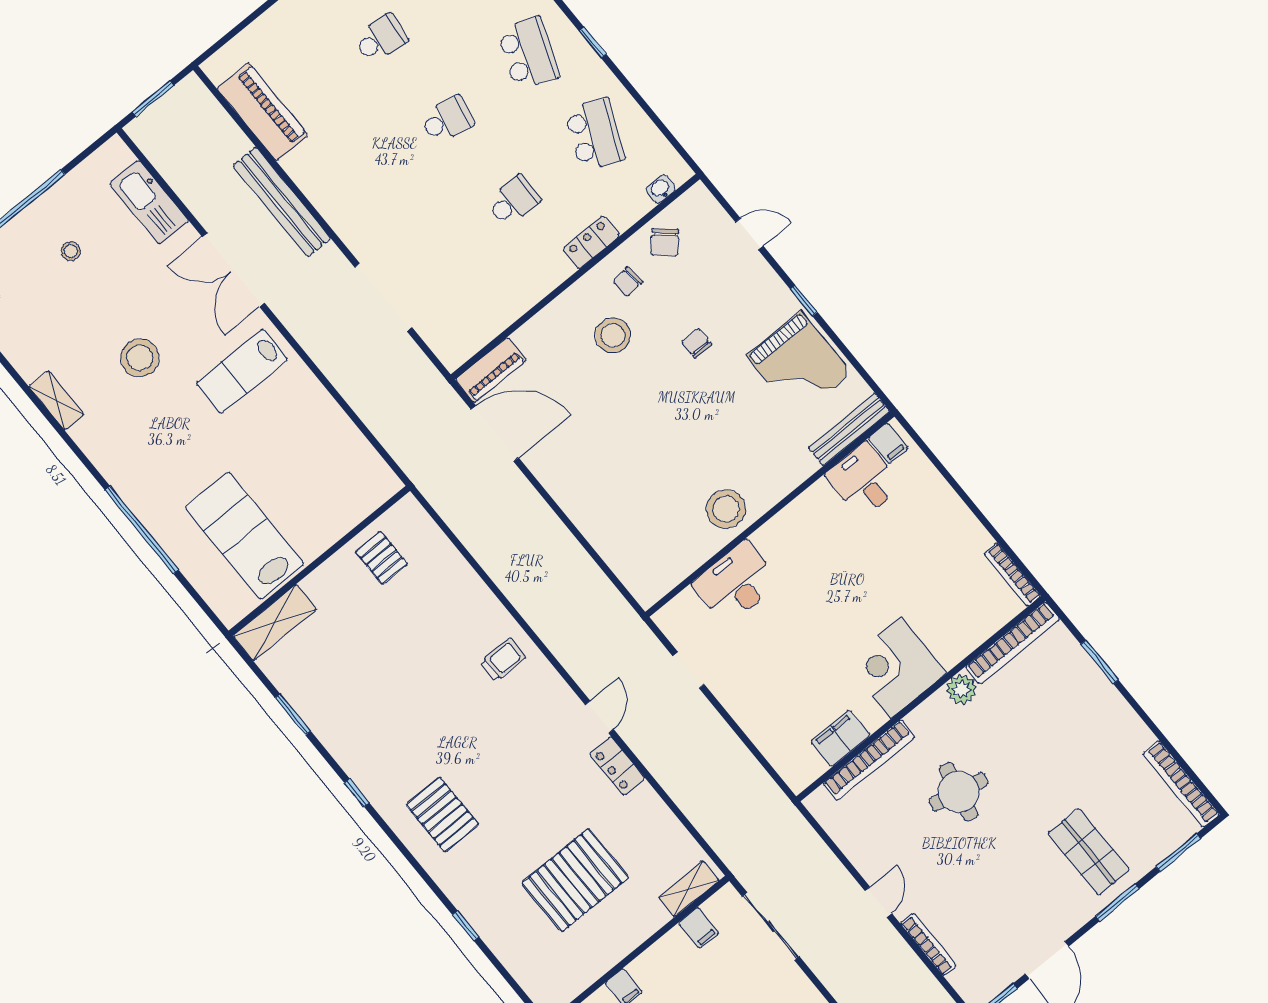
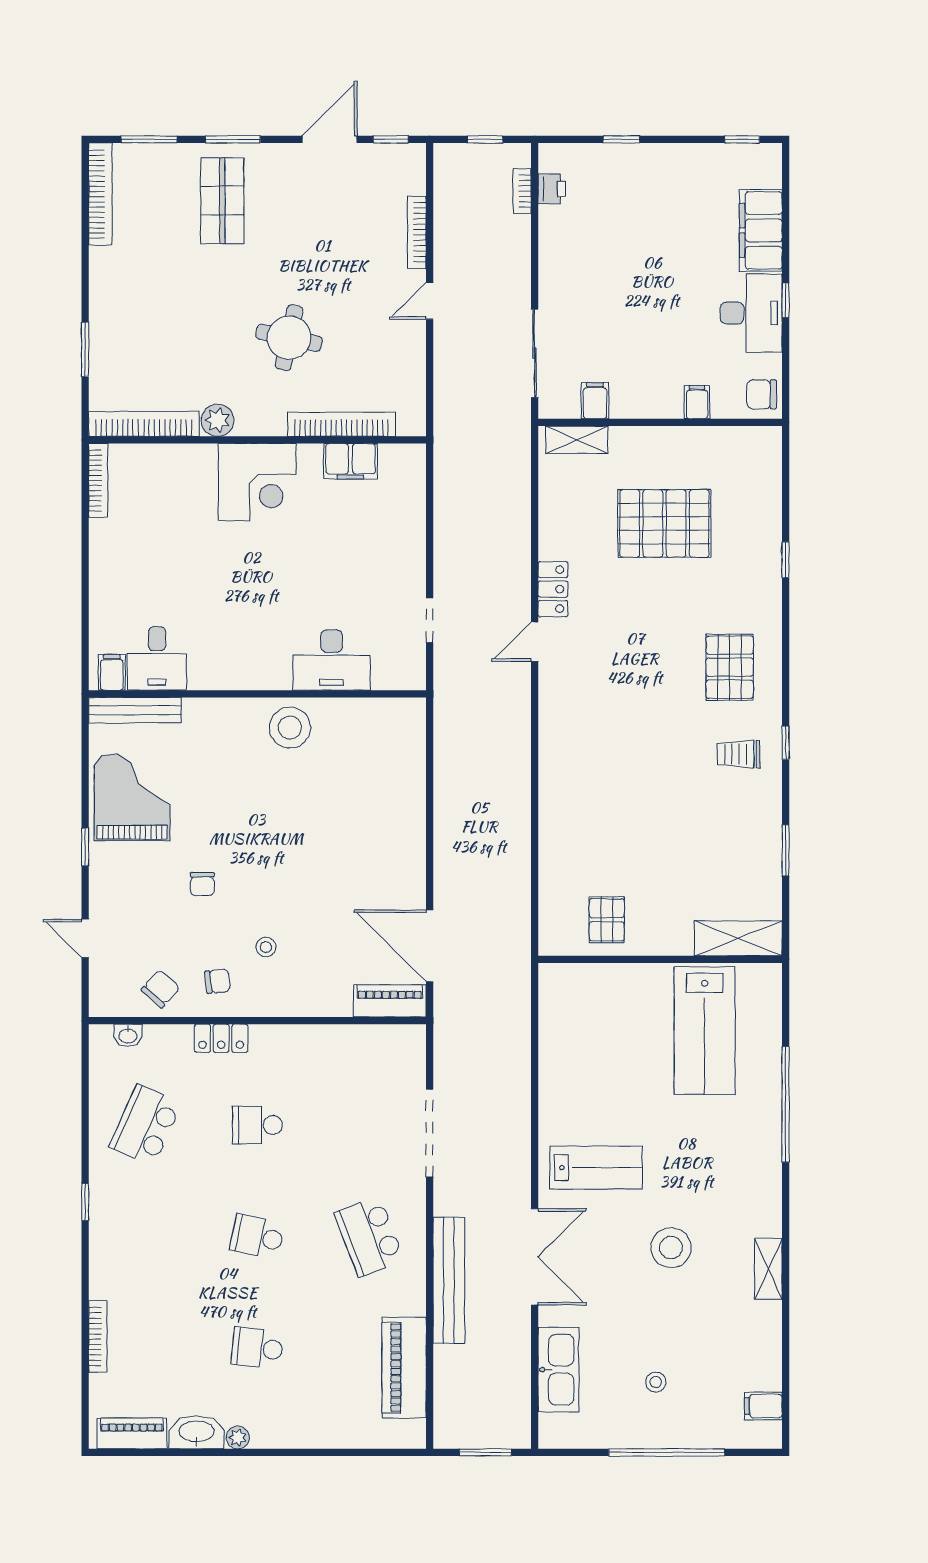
school desk: (528, 53) -> (369, 1237), moved, turned -42
stool: (613, 335) -> (266, 947), width x0.53, depth x0.53
trolley: (503, 660) -> (739, 754), moved

